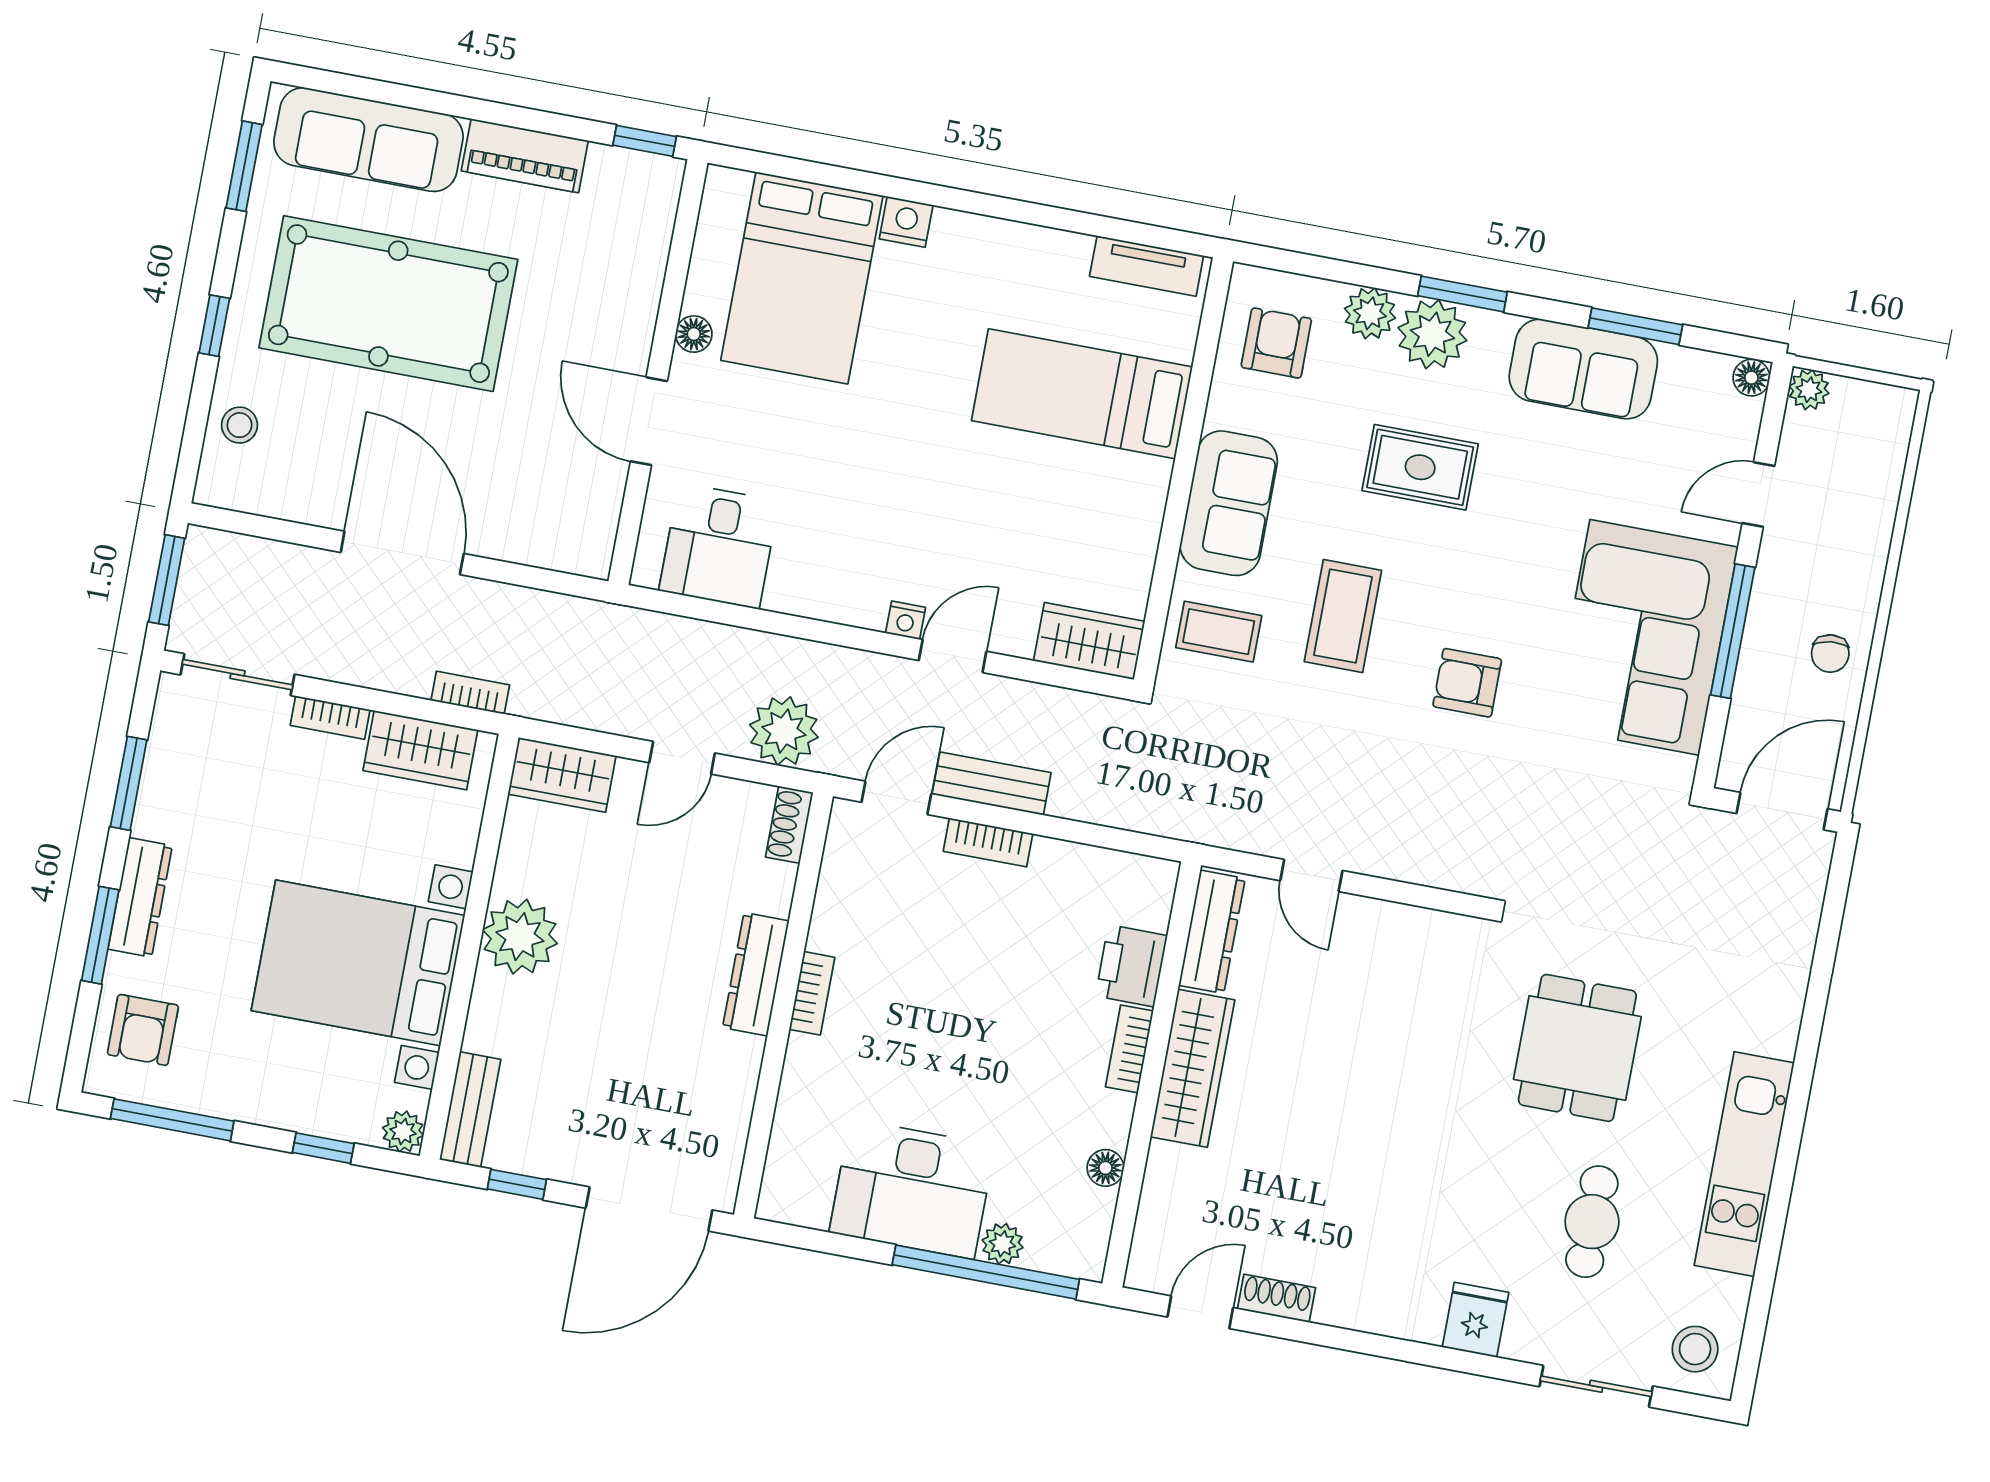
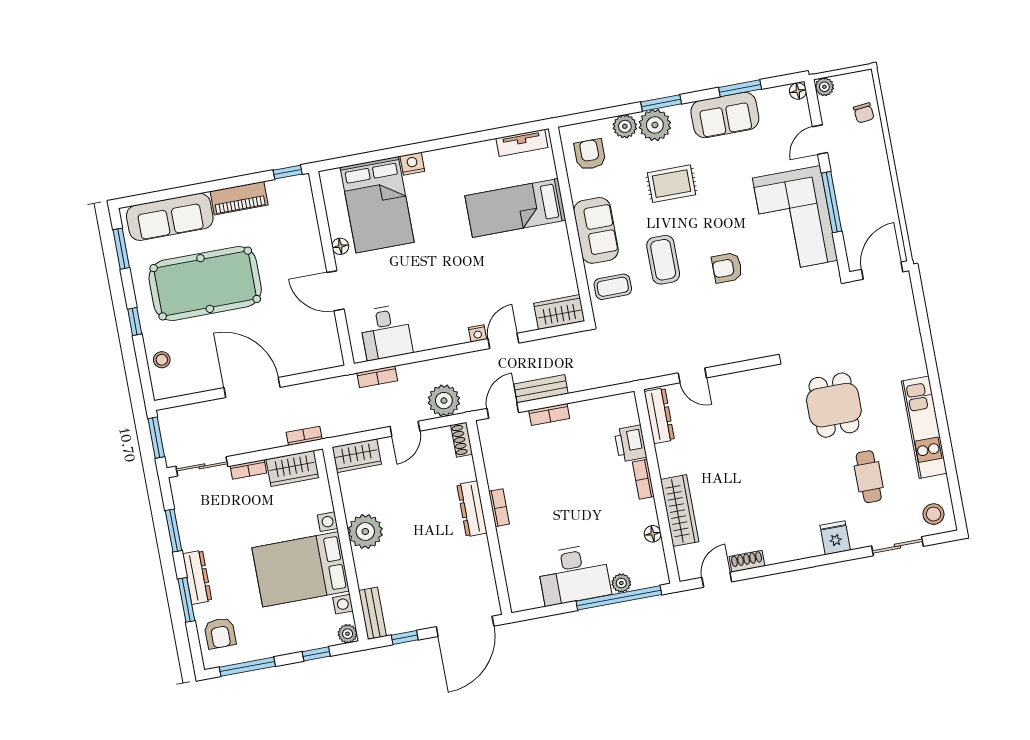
bookcase: (666, 630) -> (377, 377), added
chair: (1830, 654) -> (864, 113), moved
wardrobe: (1193, 1068) -> (680, 511), moved

